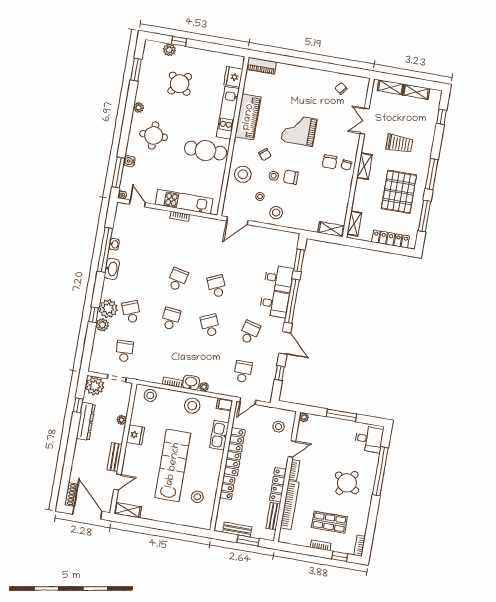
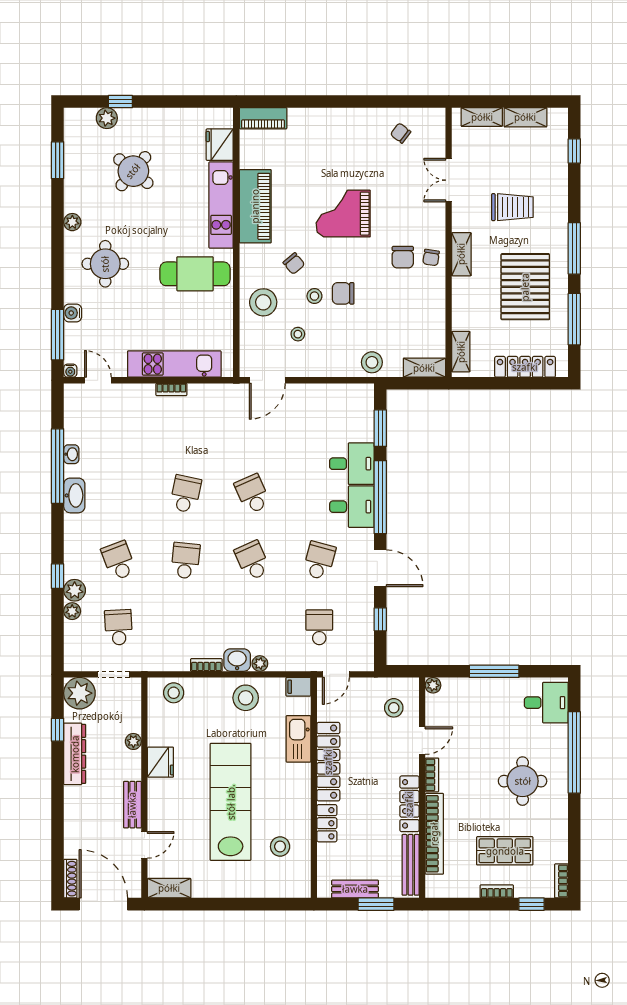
stool: (276, 213) -> (372, 362), moved
plant: (108, 309) -> (72, 611), moved, width x0.53, depth x0.53
round table: (347, 483) -> (523, 781), turned -33
bench: (273, 516) -> (411, 865), width x1.36

